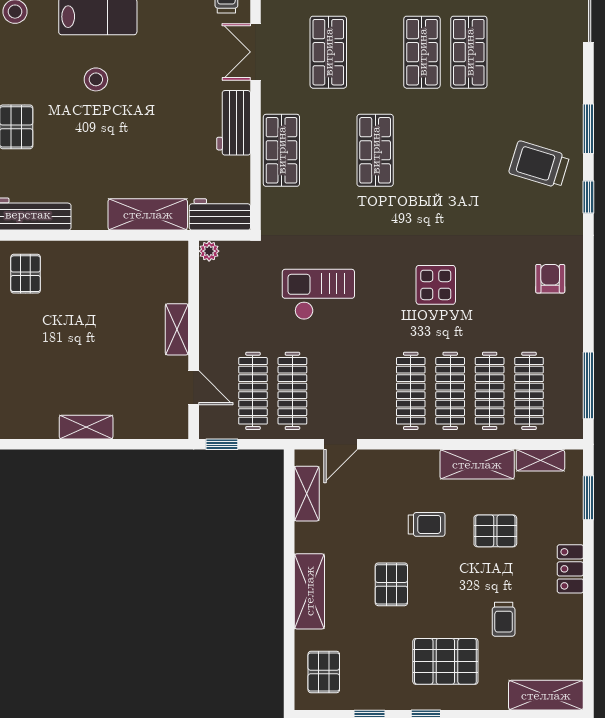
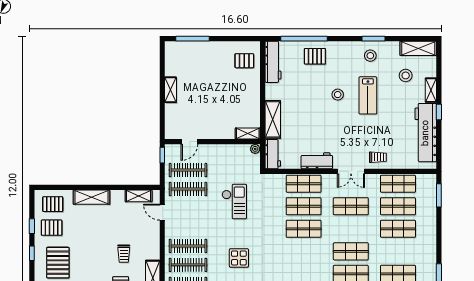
double door: (256, 52) -> (351, 171), swing flipped
shop shelf: (328, 150) -> (304, 206), added
shelving: (177, 329) -> (248, 133), moved
pallet: (391, 584) -> (52, 228), moved

